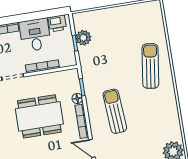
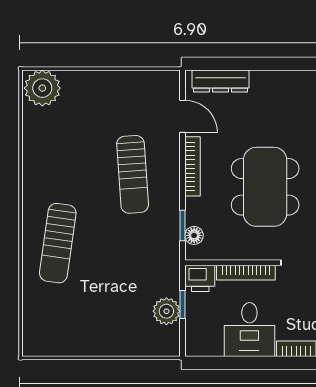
printer: (57, 23) -> (200, 278), moved, turned 180
floor lamp: (77, 98) -> (194, 235), moved
dining table: (39, 116) -> (265, 187), turned 90

